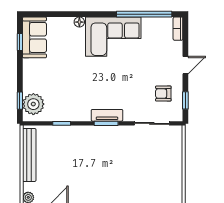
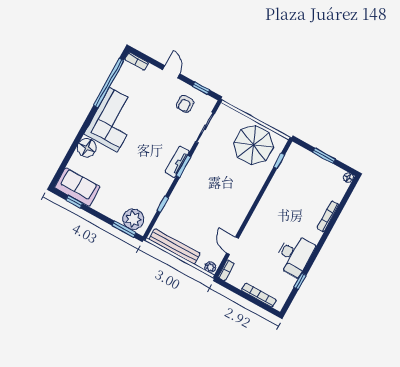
floor lamp: (79, 22) -> (87, 148), width x1.89, depth x1.89
window: (20, 101) -> (124, 229), width x1.50
parasol: (160, 176) -> (254, 145), added

